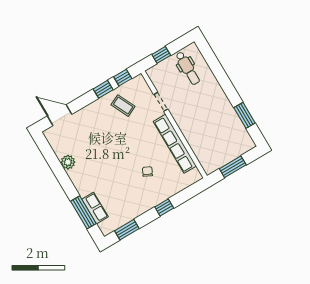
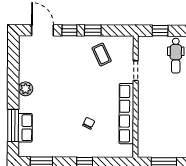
window: (123, 78) -> (69, 30), moved
plant: (68, 162) -> (26, 89), moved

